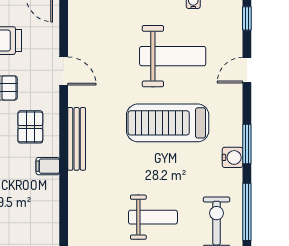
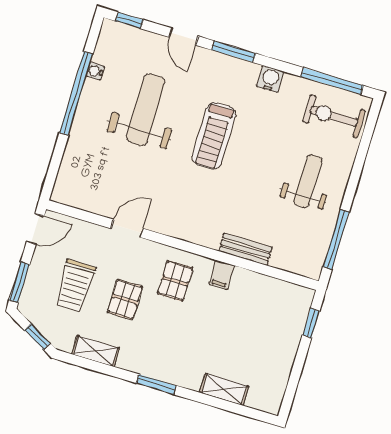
treadmill: (168, 123) -> (214, 136), width x0.73, depth x0.73
pallet: (30, 127) -> (175, 281), turned 90
bench: (77, 139) -> (245, 249), moved, width x0.73
window: (247, 144) -> (234, 52), moved

